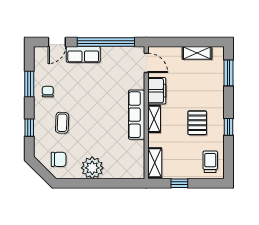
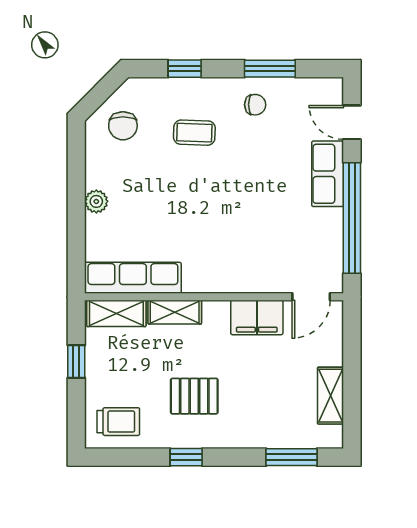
row of seats: (137, 115) -> (133, 278), moved
shelving: (154, 119) -> (175, 312), moved
plant: (92, 168) -> (96, 201), width x0.53, depth x0.53

